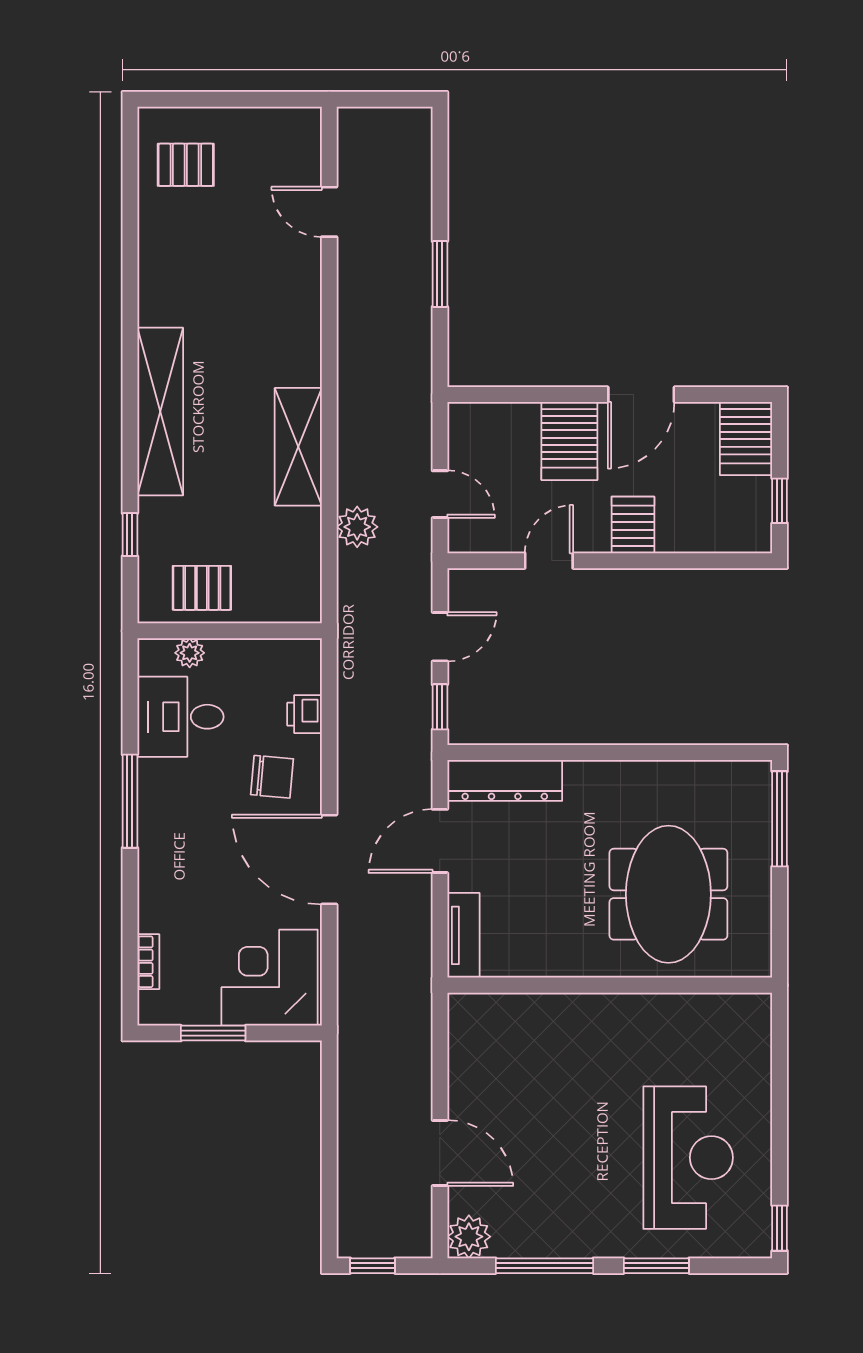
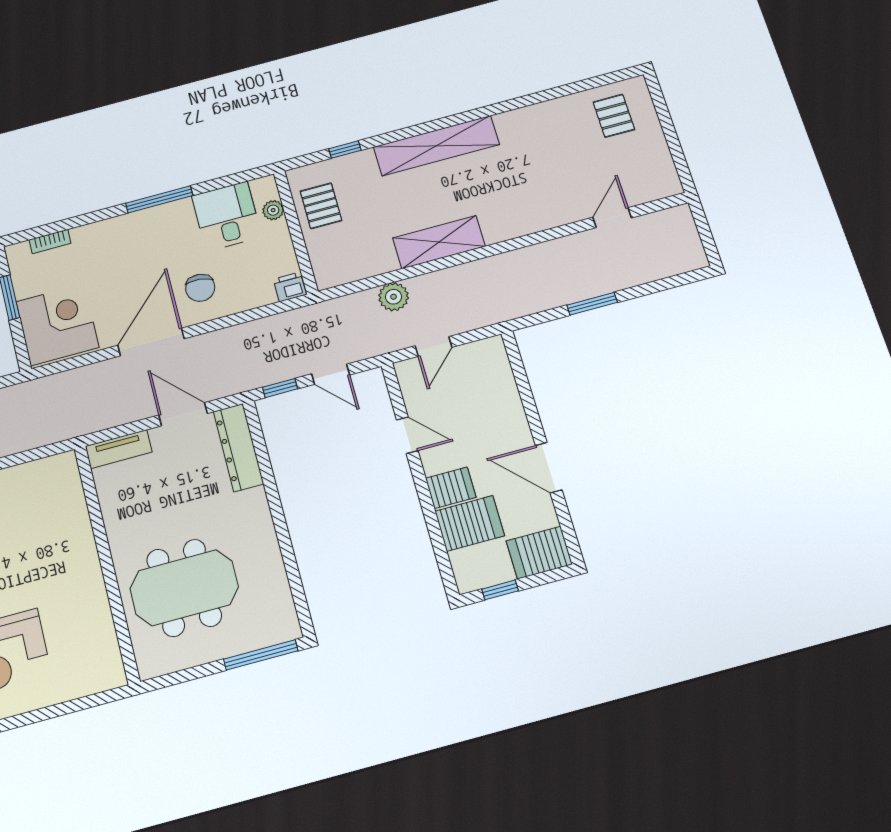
server rack: (569, 441) -> (470, 523), moved, turned 180
printer: (305, 714) -> (290, 287), moved

